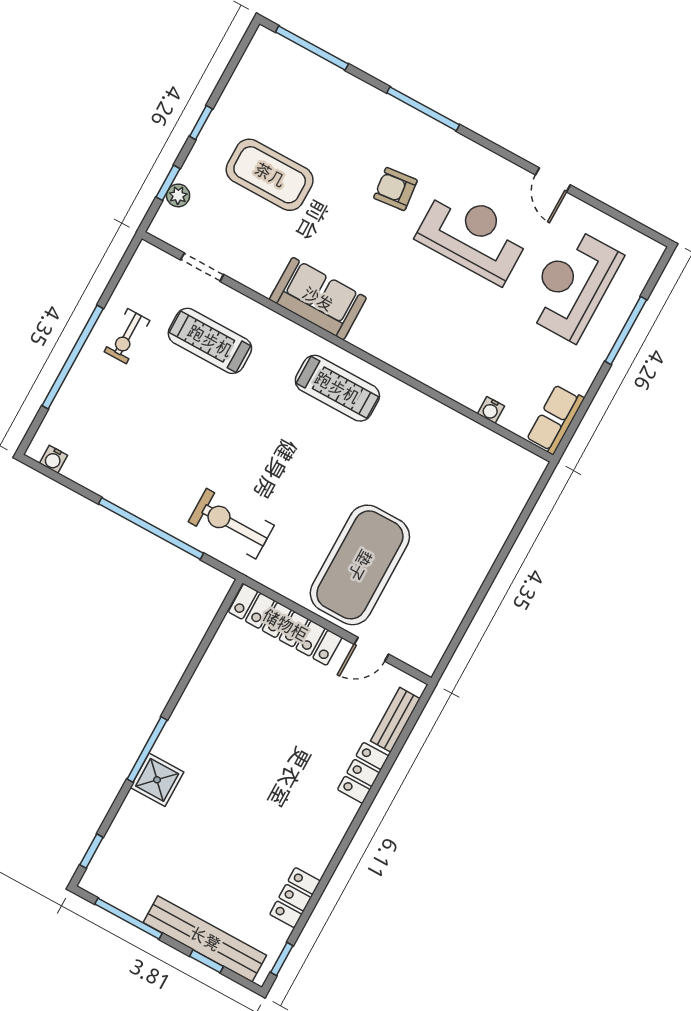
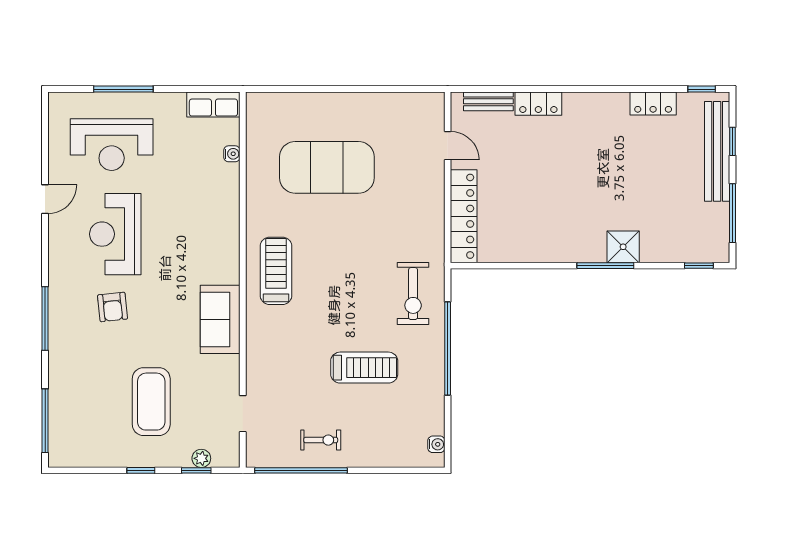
treadmill: (210, 341) -> (364, 368), moved, turned -90
window: (73, 357) -> (301, 470), moved
exercise mat: (360, 565) -> (327, 167), moved

